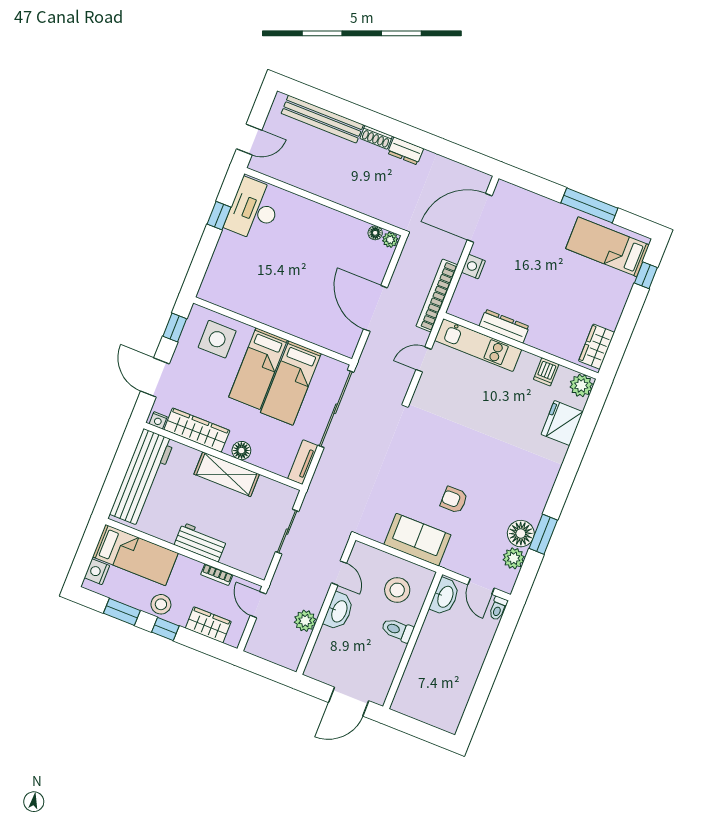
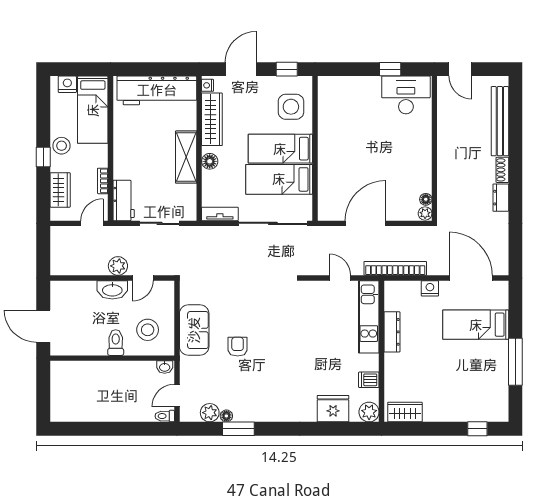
bed: (607, 247) -> (476, 325), moved, turned -90
floor lamp: (521, 534) -> (226, 416), width x0.53, depth x0.53
workbench: (201, 542) -> (124, 201), moved
washbasin: (445, 597) -> (165, 367), width x0.52, depth x0.69
window: (122, 612) -> (43, 117), removed
plant: (305, 621) -> (118, 266), moved

